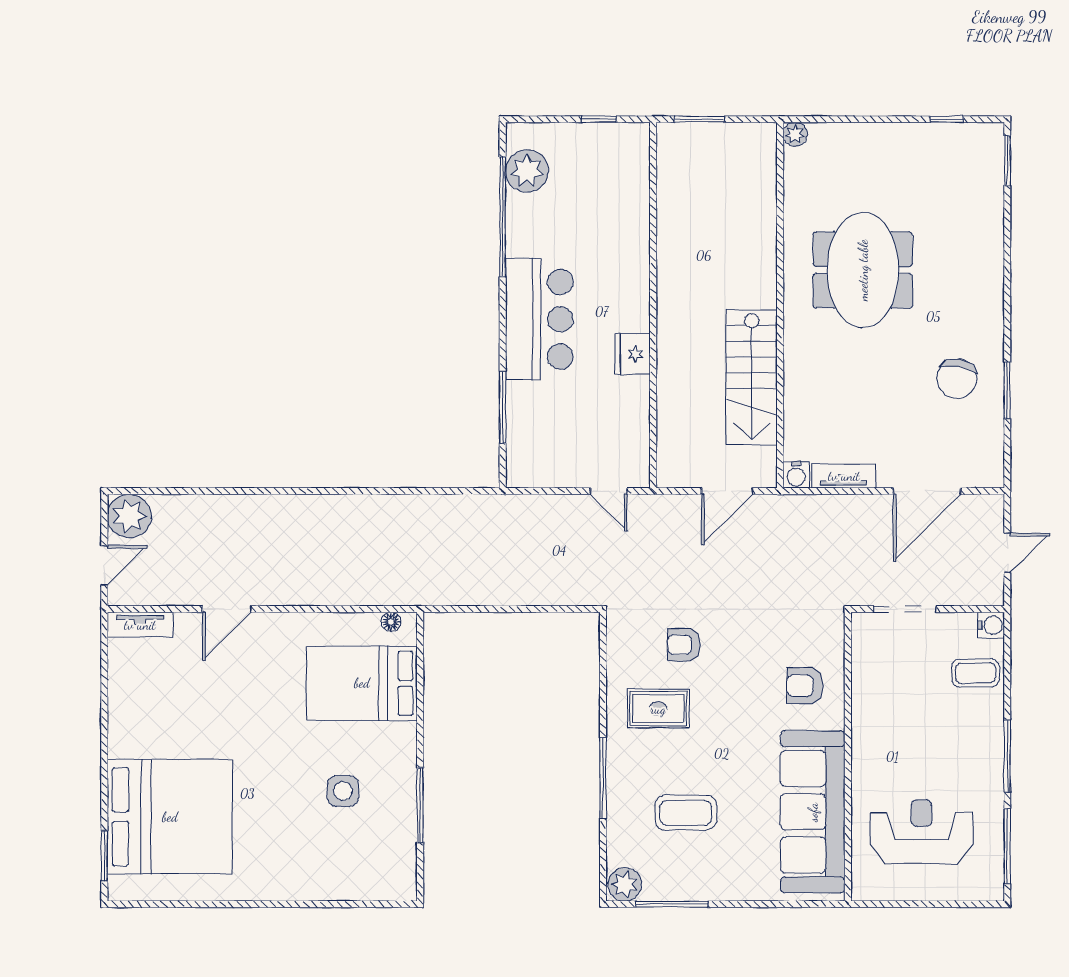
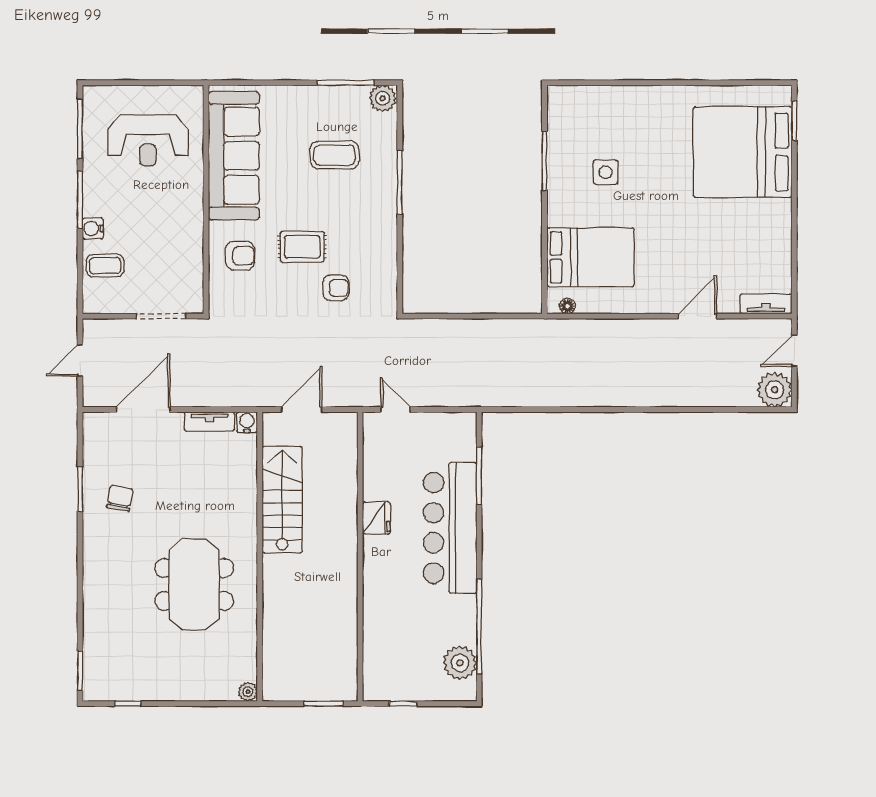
bar counter: (539, 319) -> (450, 528), width x1.36
chair: (957, 379) -> (120, 498), width x0.73, depth x0.73
water cooler: (991, 625) -> (93, 228), moved
rug: (658, 709) -> (302, 247), moved

